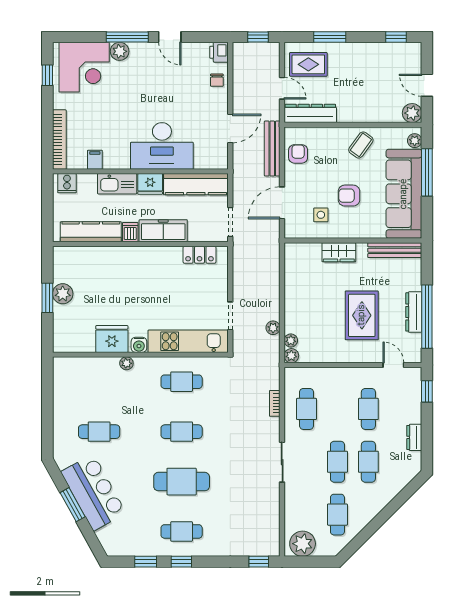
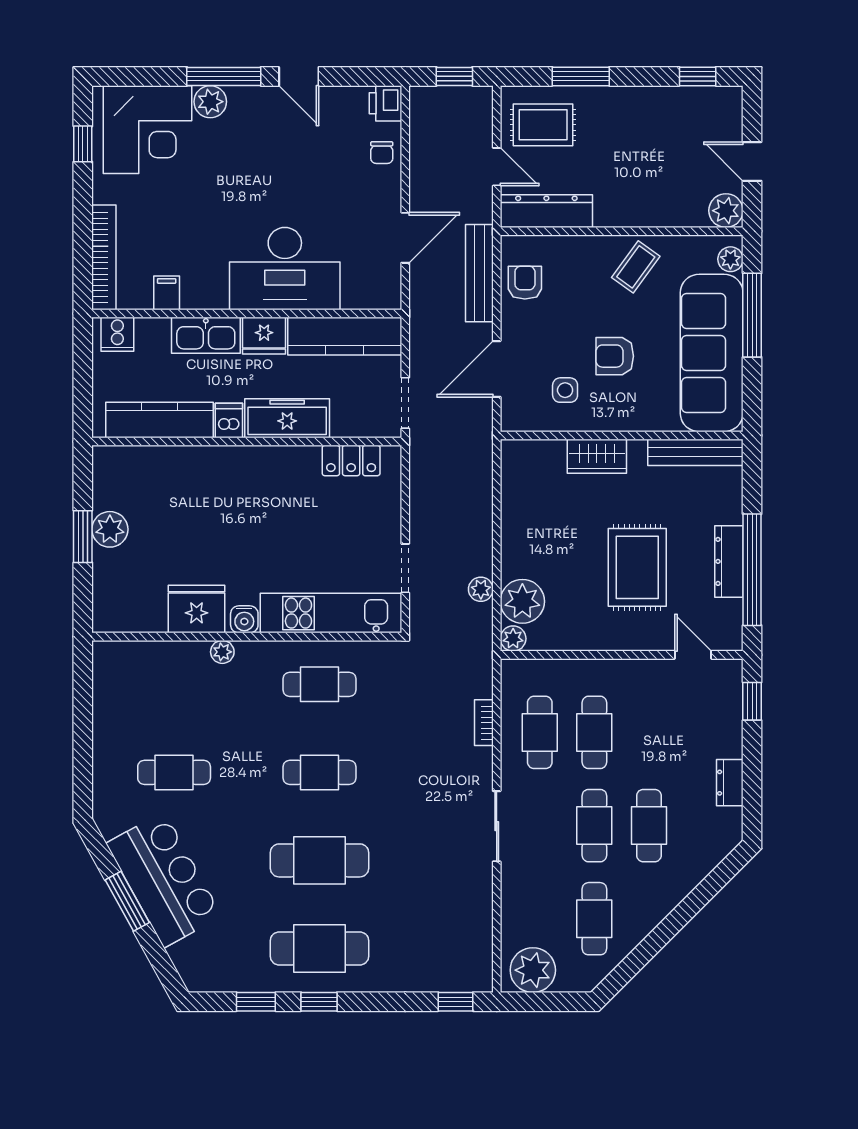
plant: (291, 340) -> (522, 601), width x1.87, depth x1.87
cafe table: (368, 409) -> (594, 732), moved
cafe table: (182, 531) -> (319, 948), width x1.37, depth x1.35

